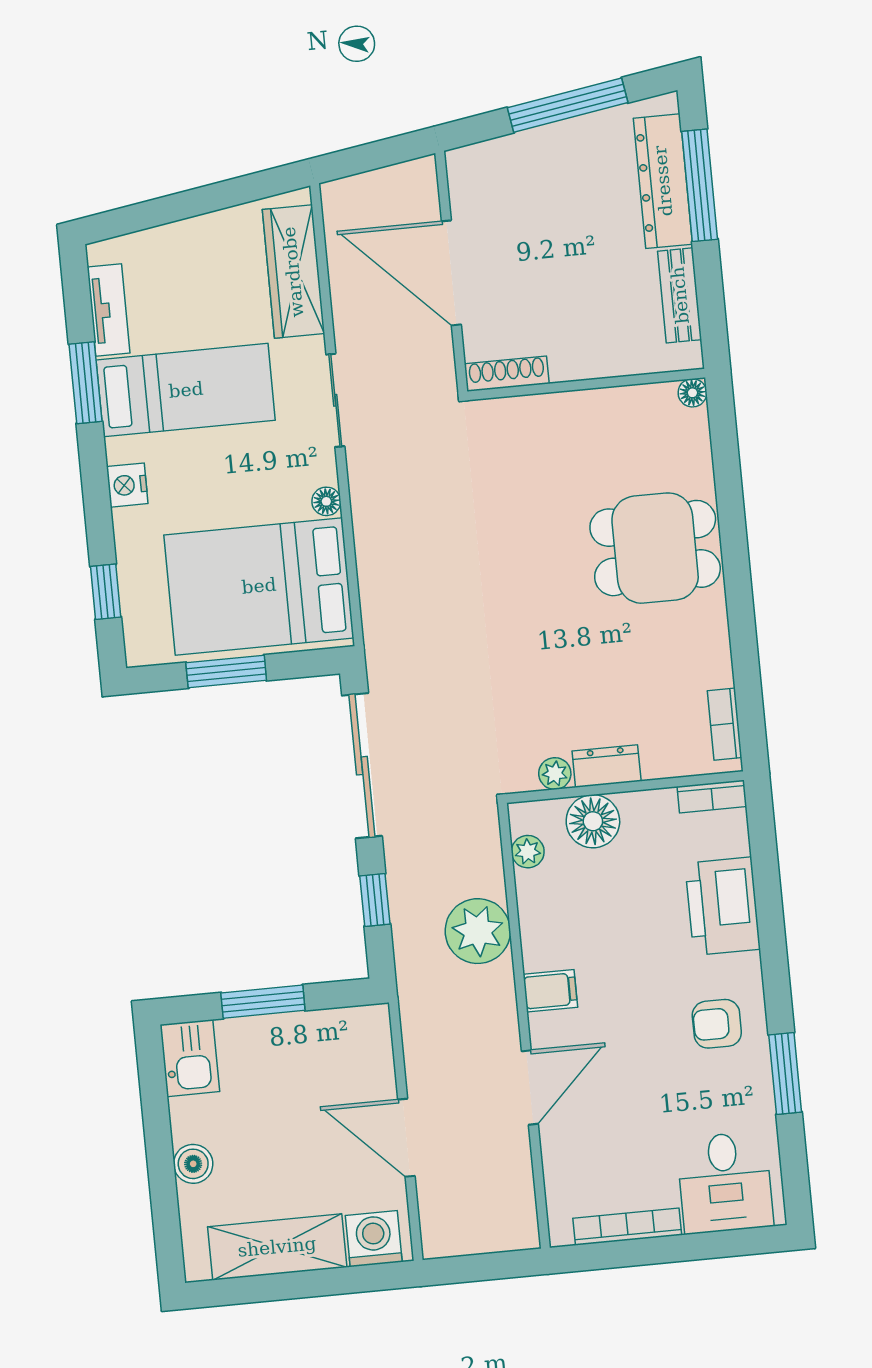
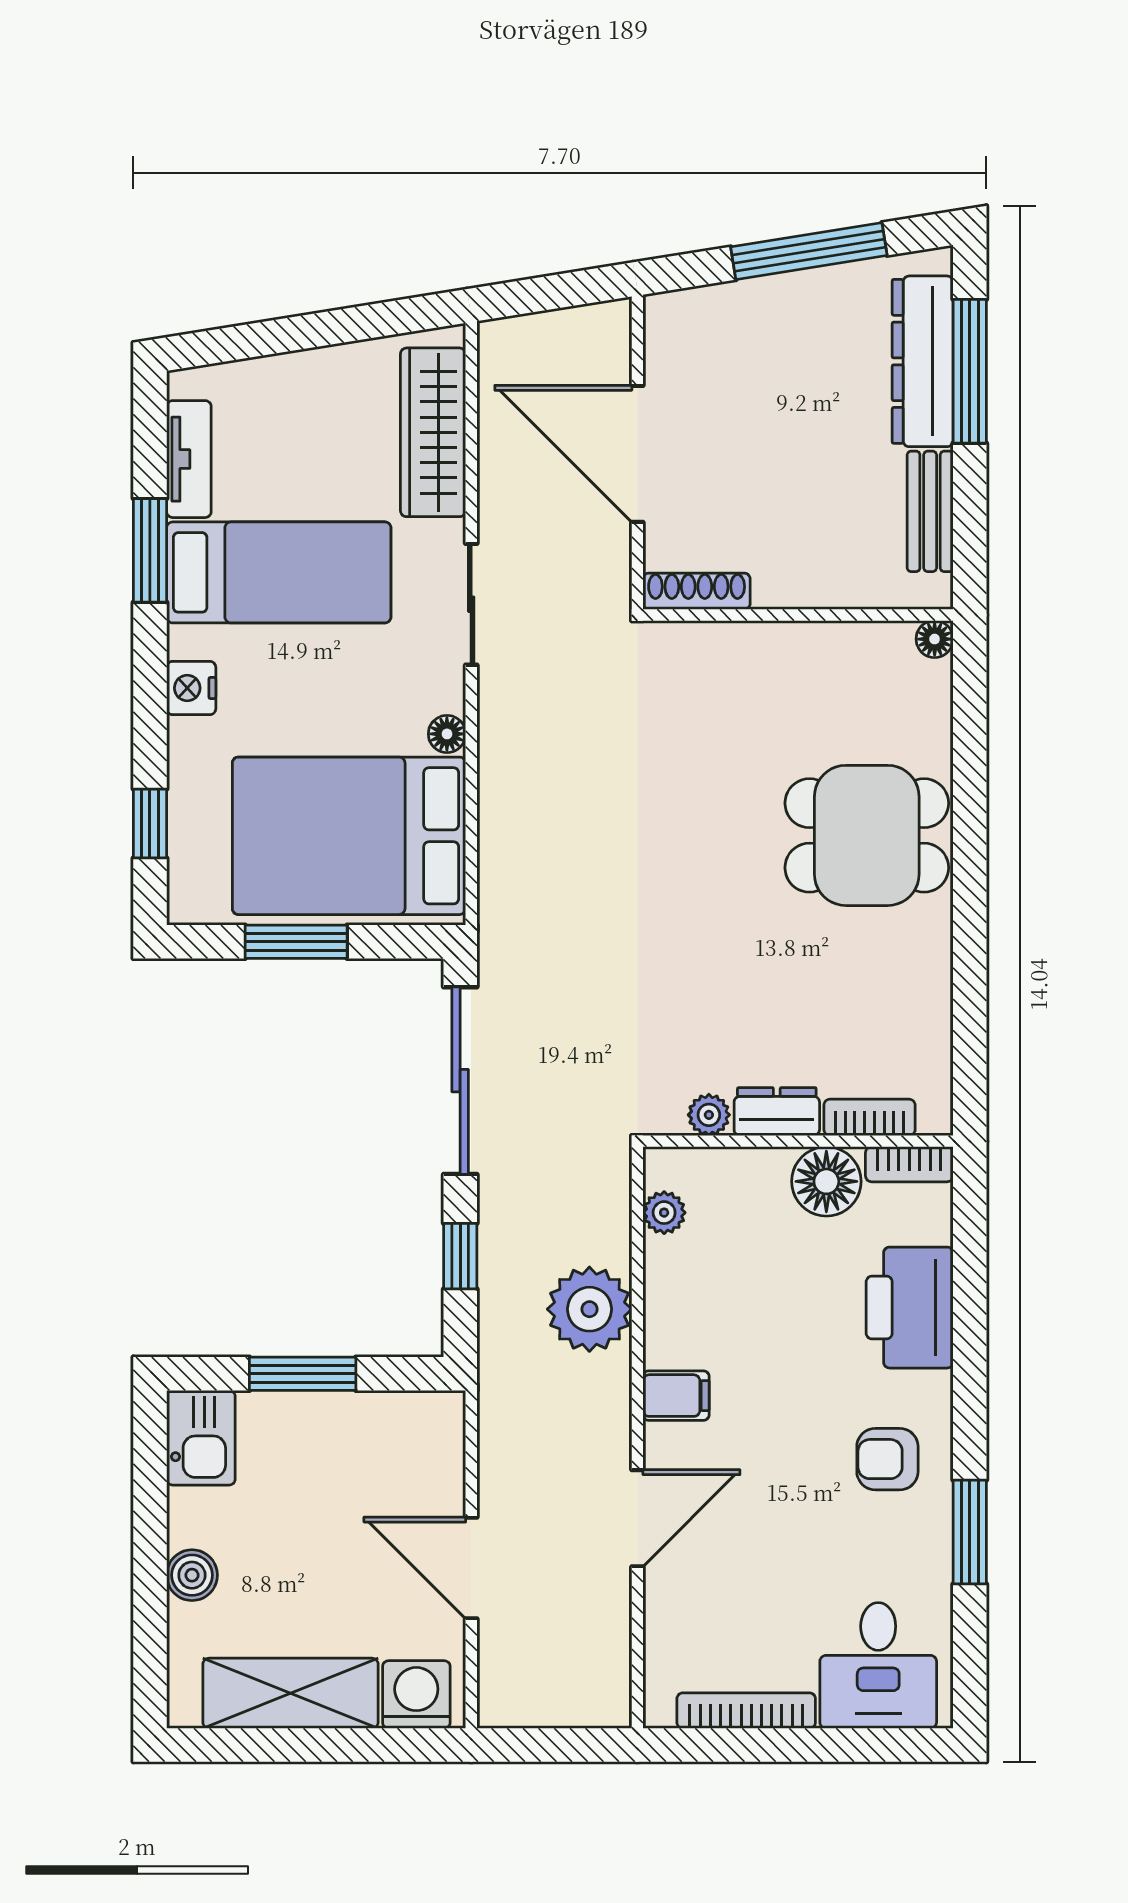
bookcase: (725, 724) -> (870, 1117), moved, turned 90
floor lamp: (593, 821) -> (826, 1181), moved

